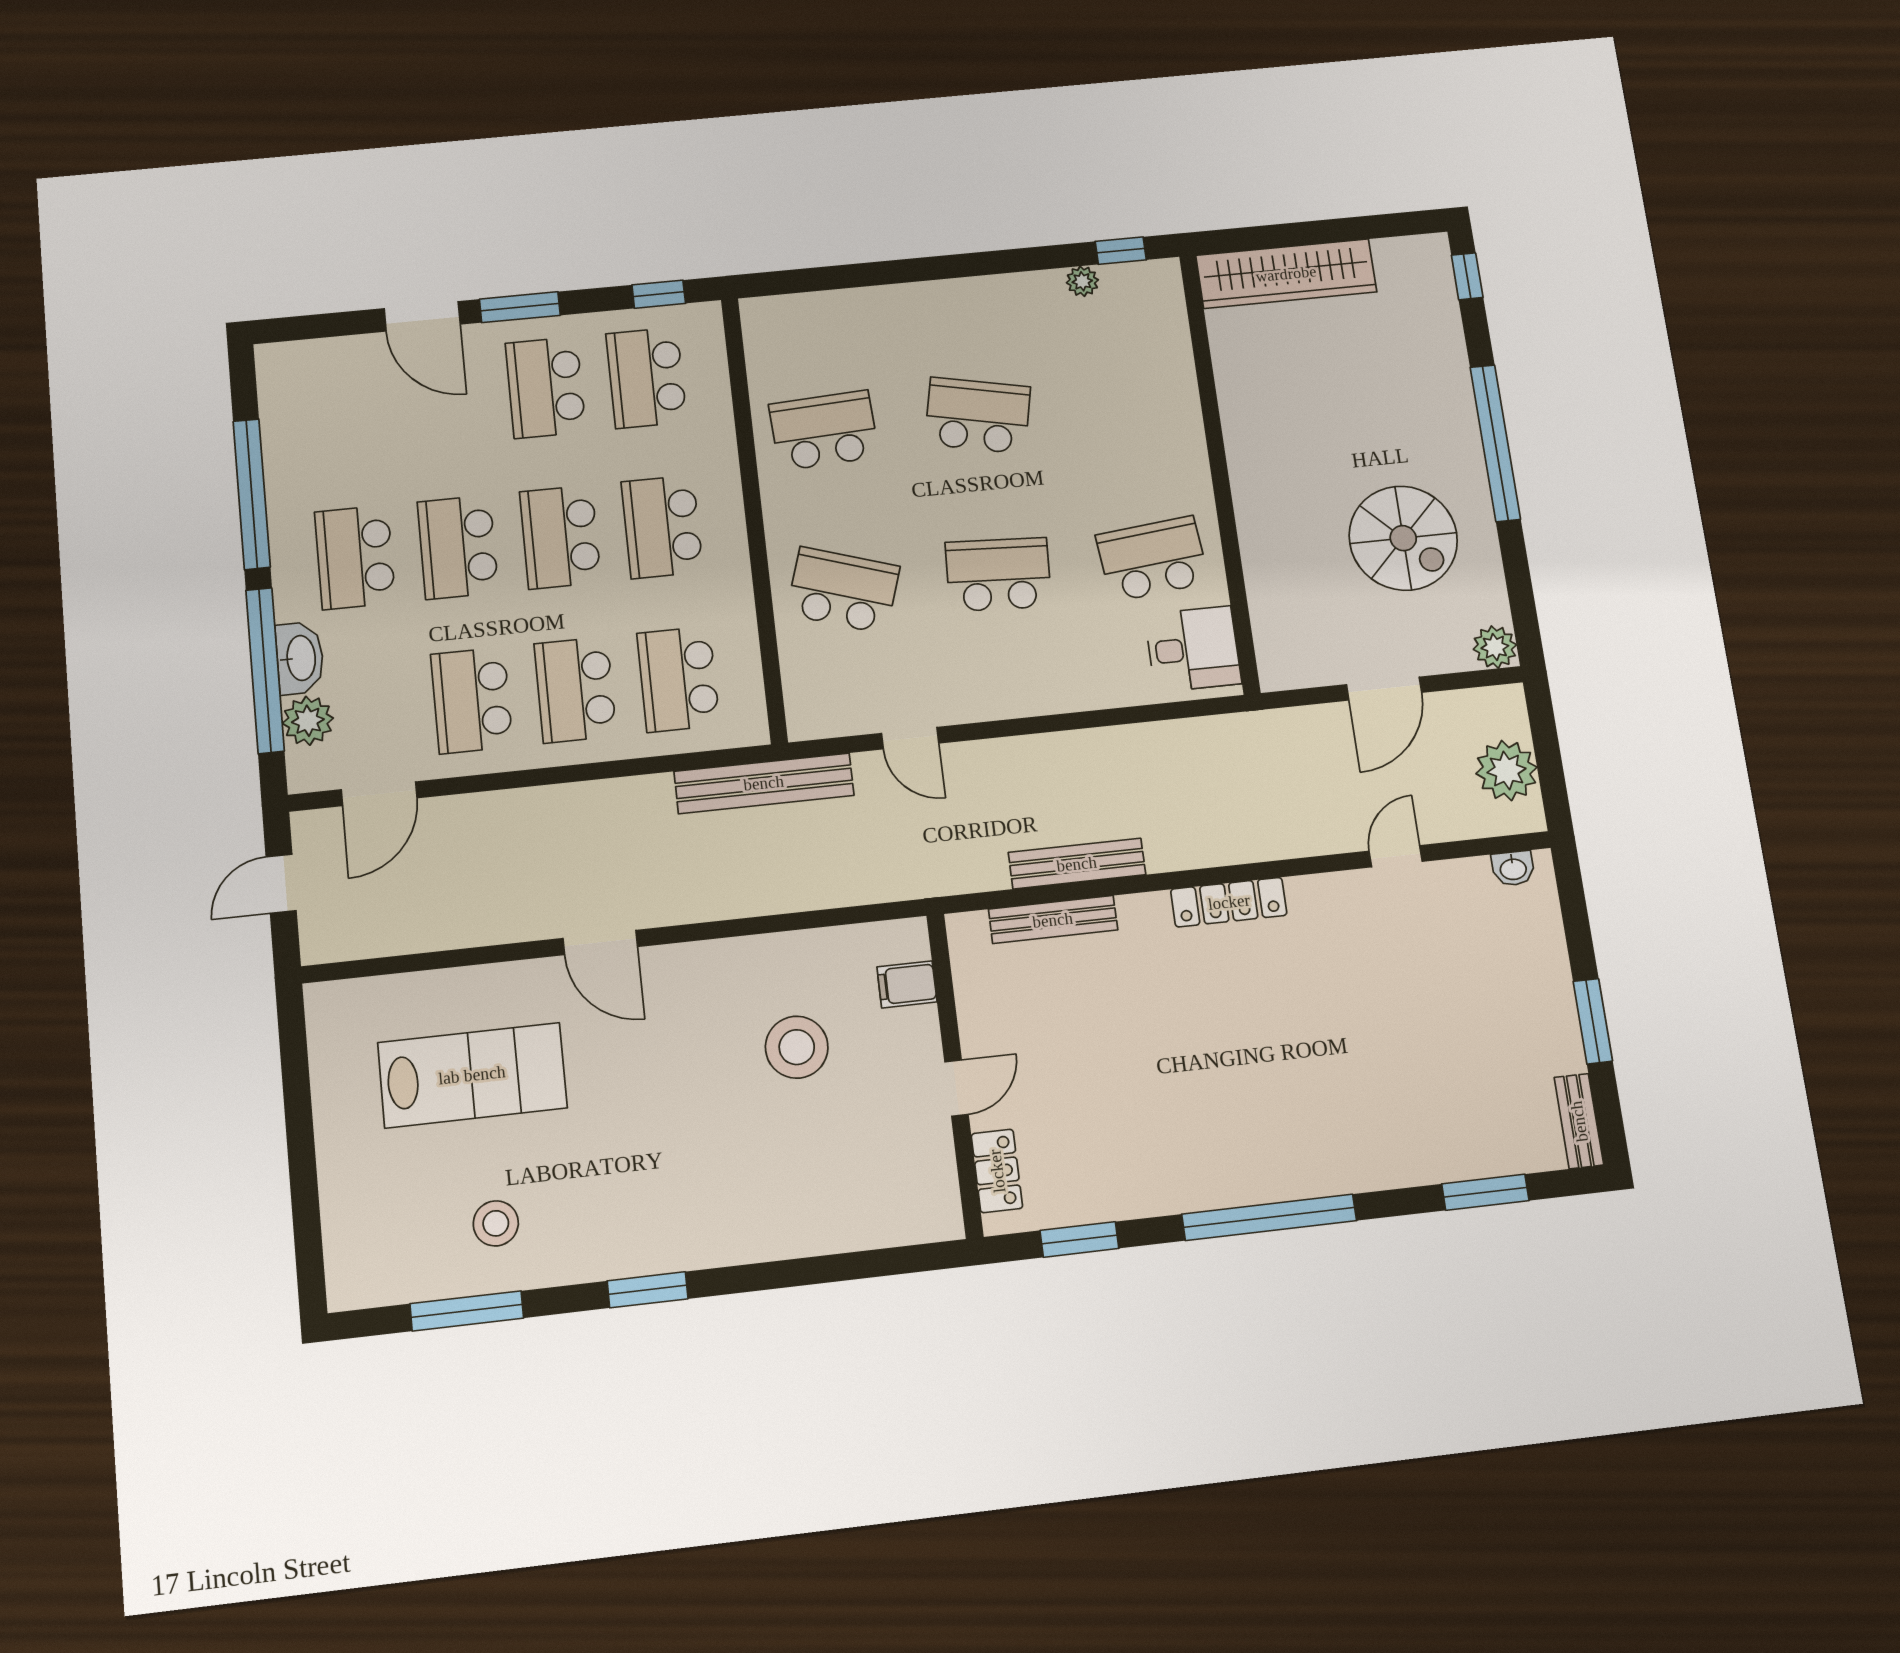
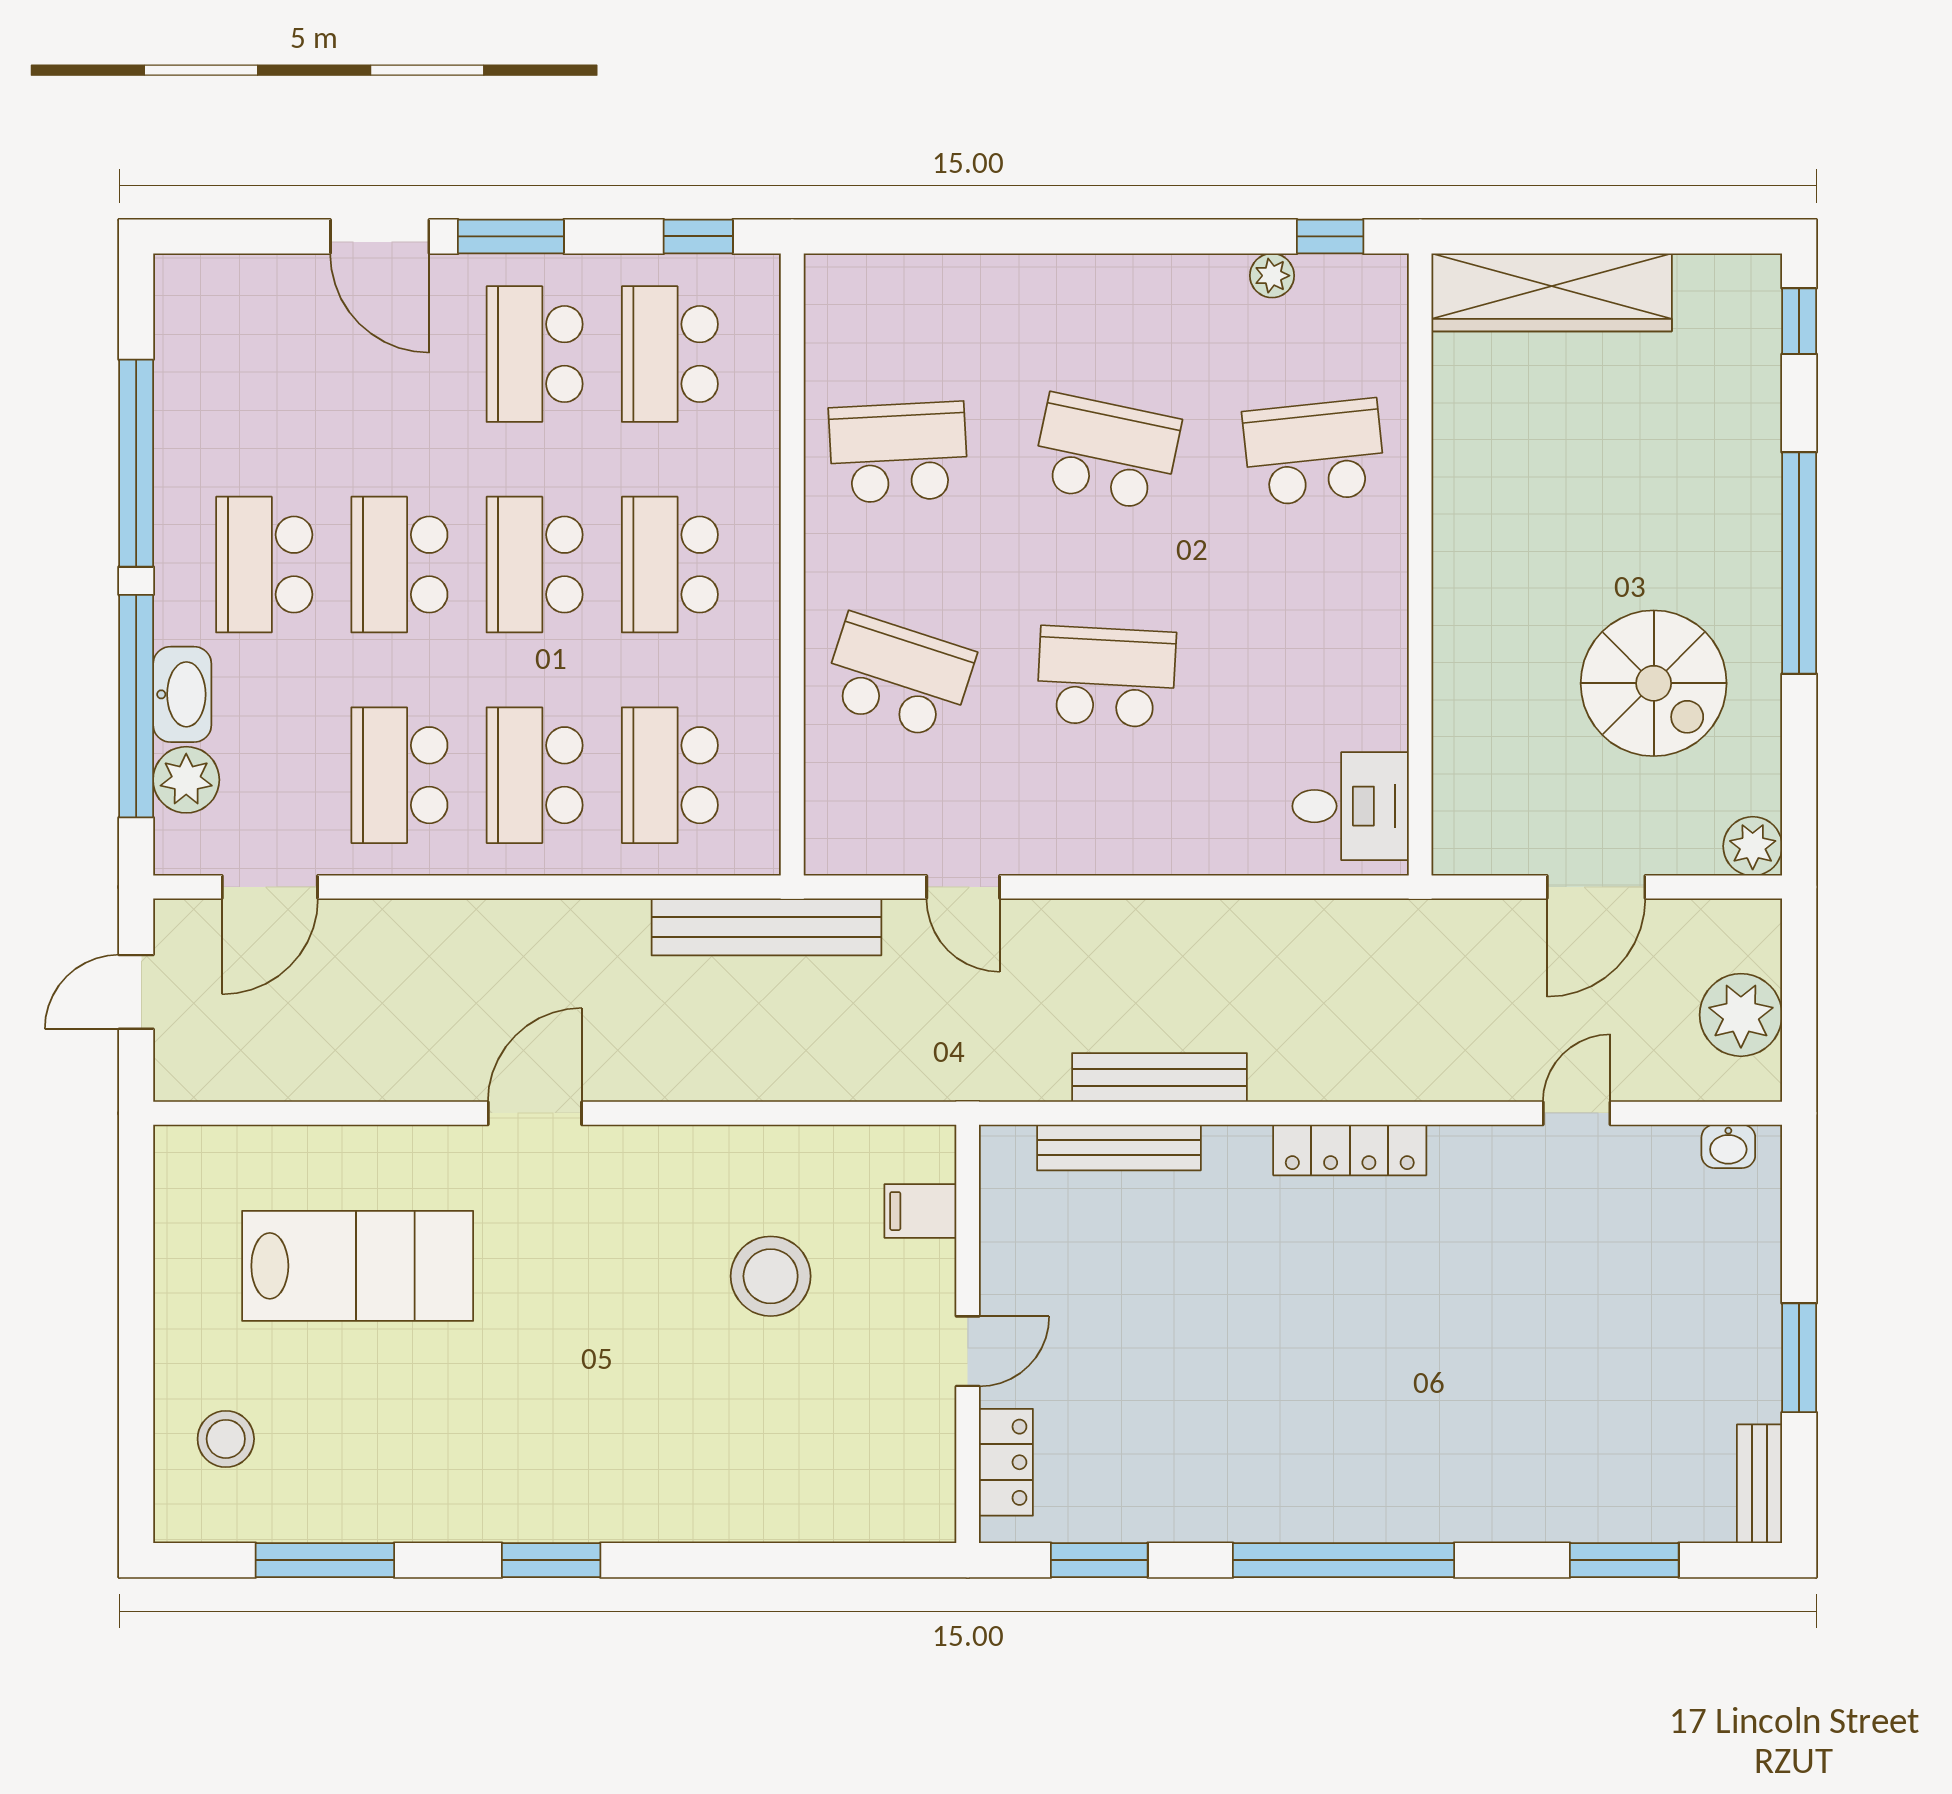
school desk: (1153, 559) -> (1314, 452), moved
door: (600, 943) -> (535, 1113), swing flipped
stool: (496, 1223) -> (226, 1439), moved

